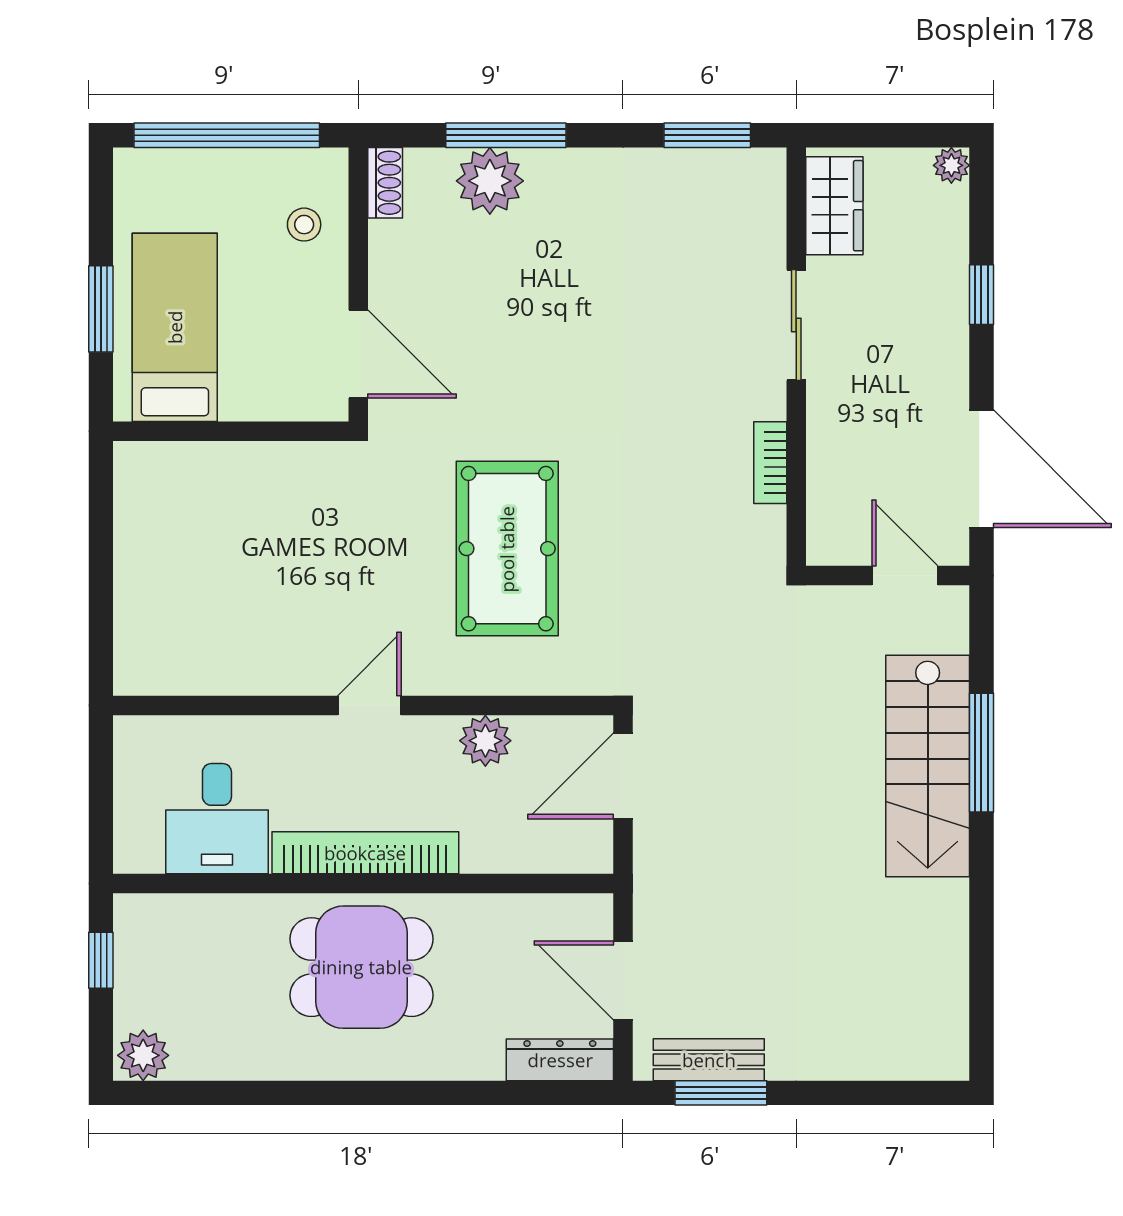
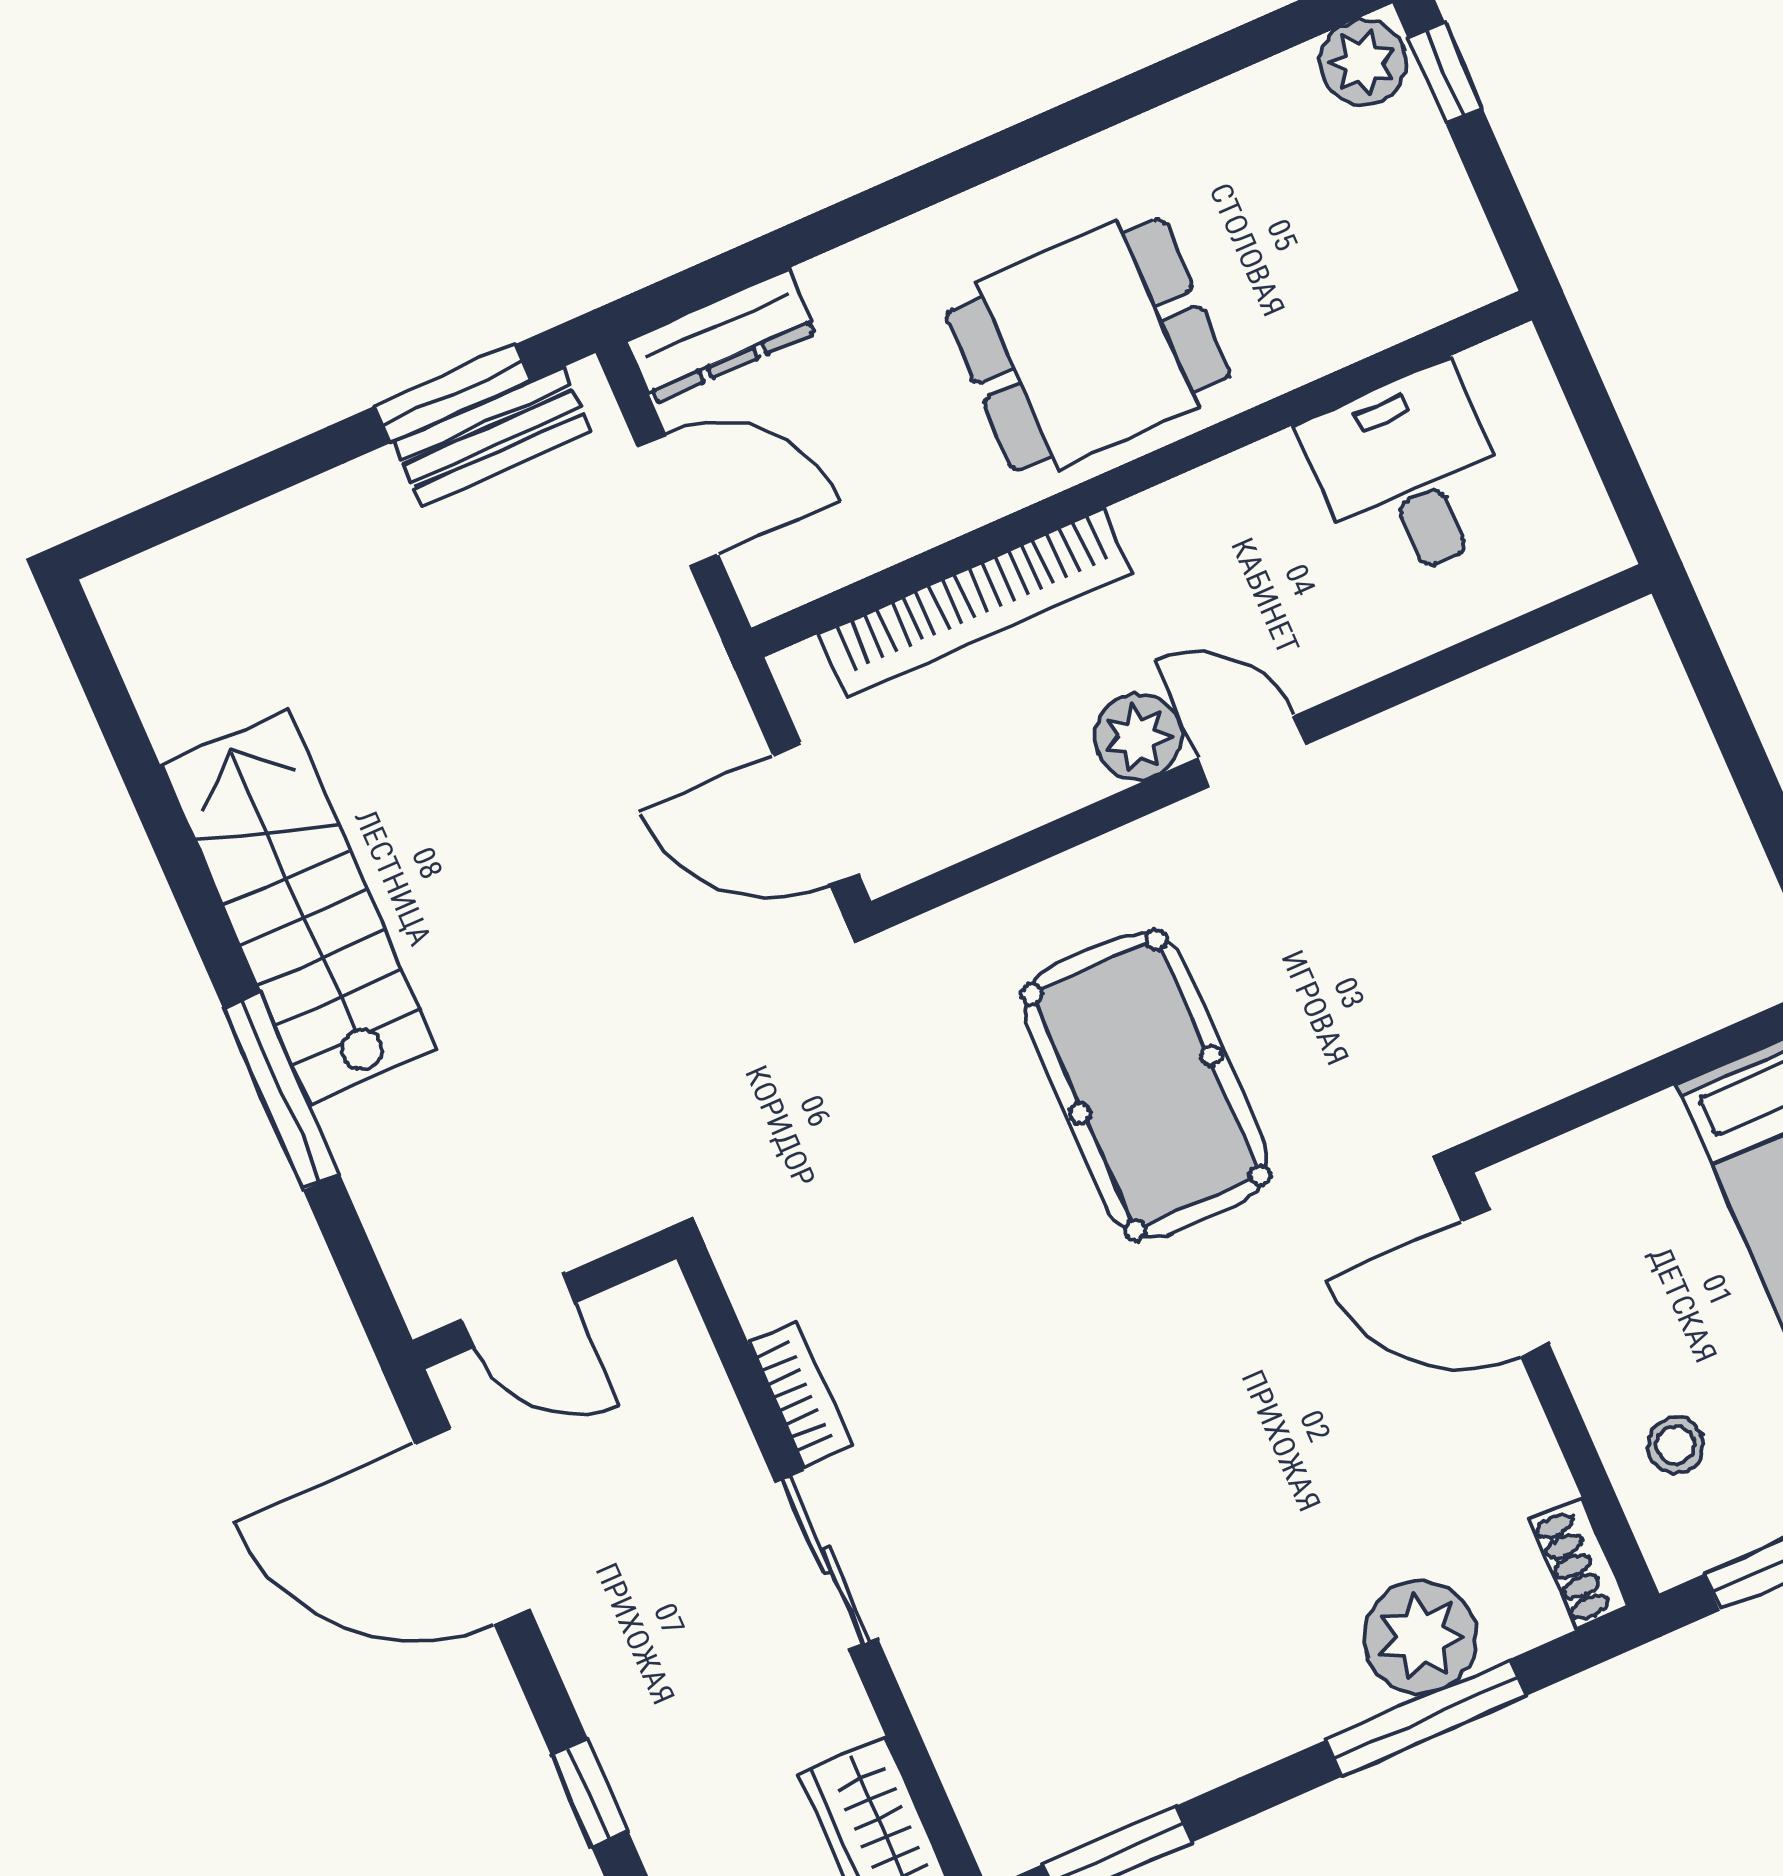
sliding door: (796, 325) -> (826, 1560), moved
door: (369, 705) -> (1252, 751), swing flipped
plant: (485, 741) -> (1138, 737), moved
stairs: (928, 766) -> (299, 907), moved
door: (623, 776) -> (815, 814), swing flipped
bookcase: (365, 853) -> (976, 603), moved
window: (101, 960) -> (1445, 74), moved

